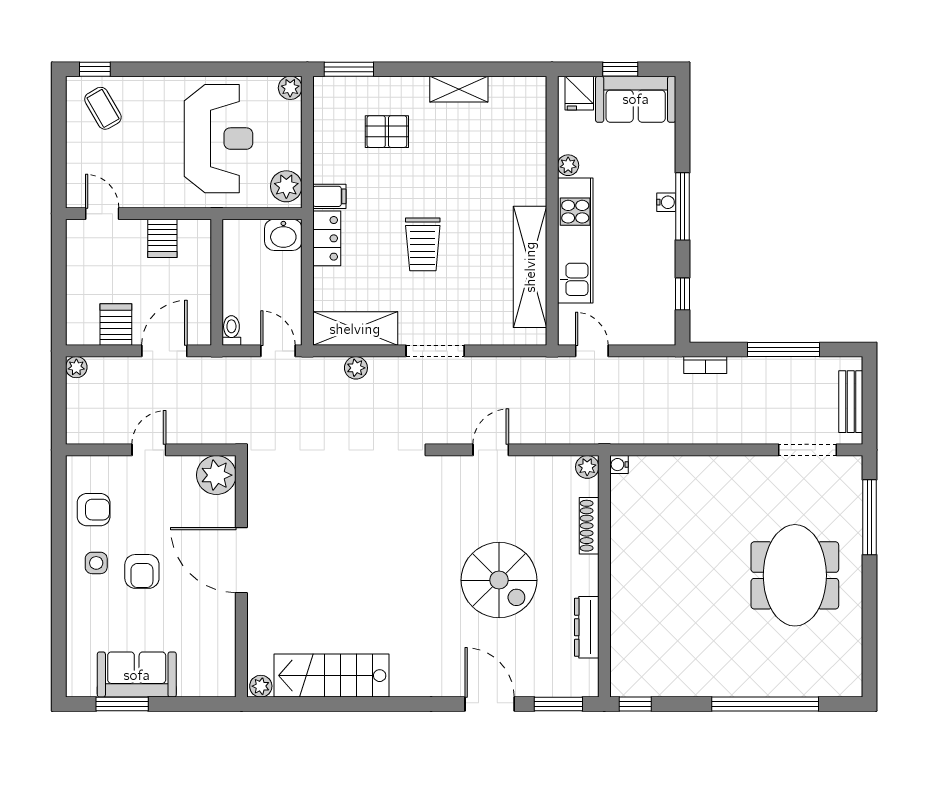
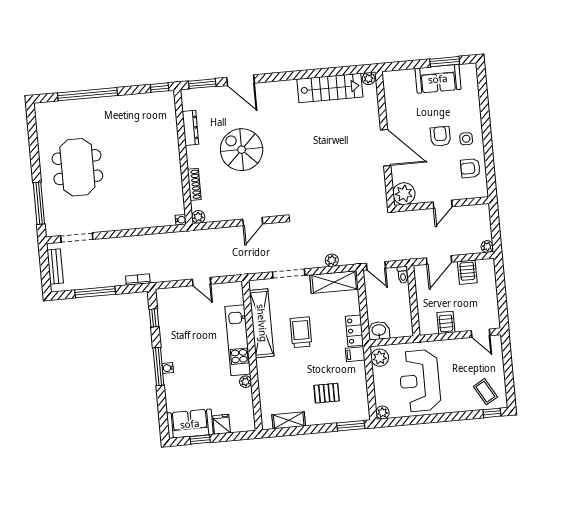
plant: (568, 165) -> (246, 382), moved
wall: (552, 211) -> (252, 356), moved
kitchen unit: (575, 240) -> (238, 340), moved
shelving: (530, 267) -> (262, 323), moved

